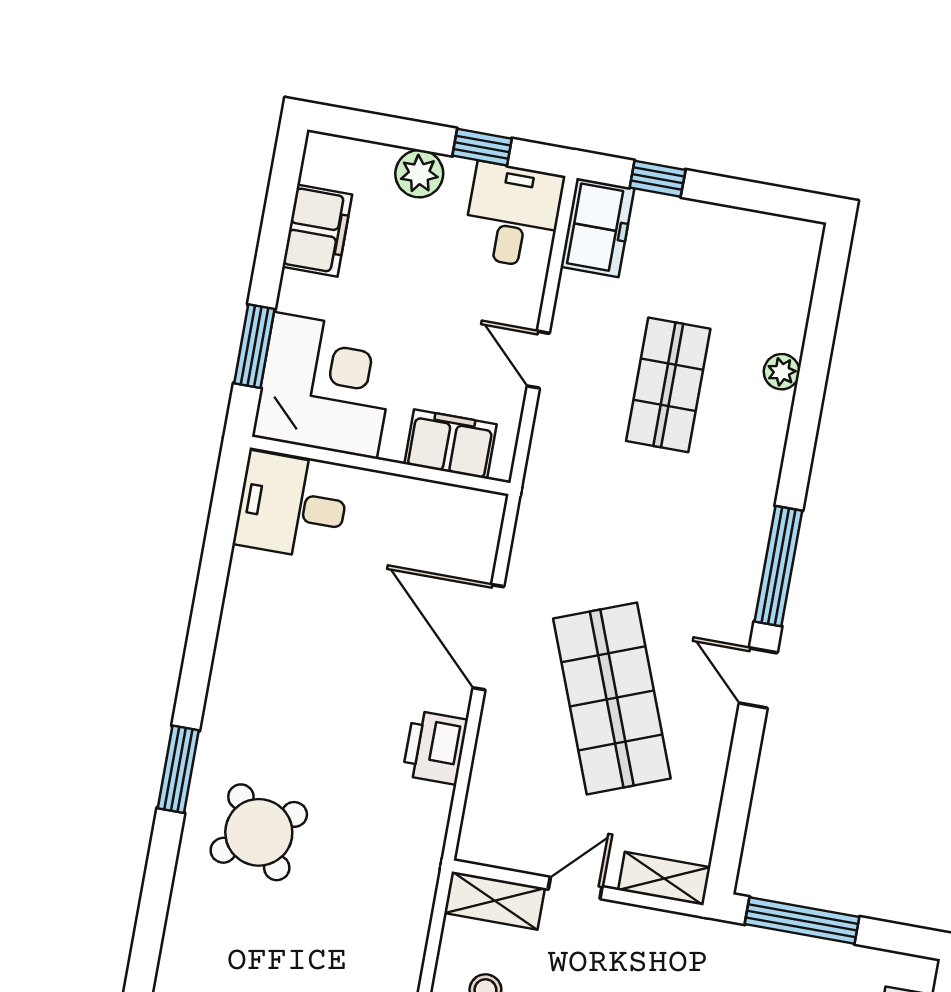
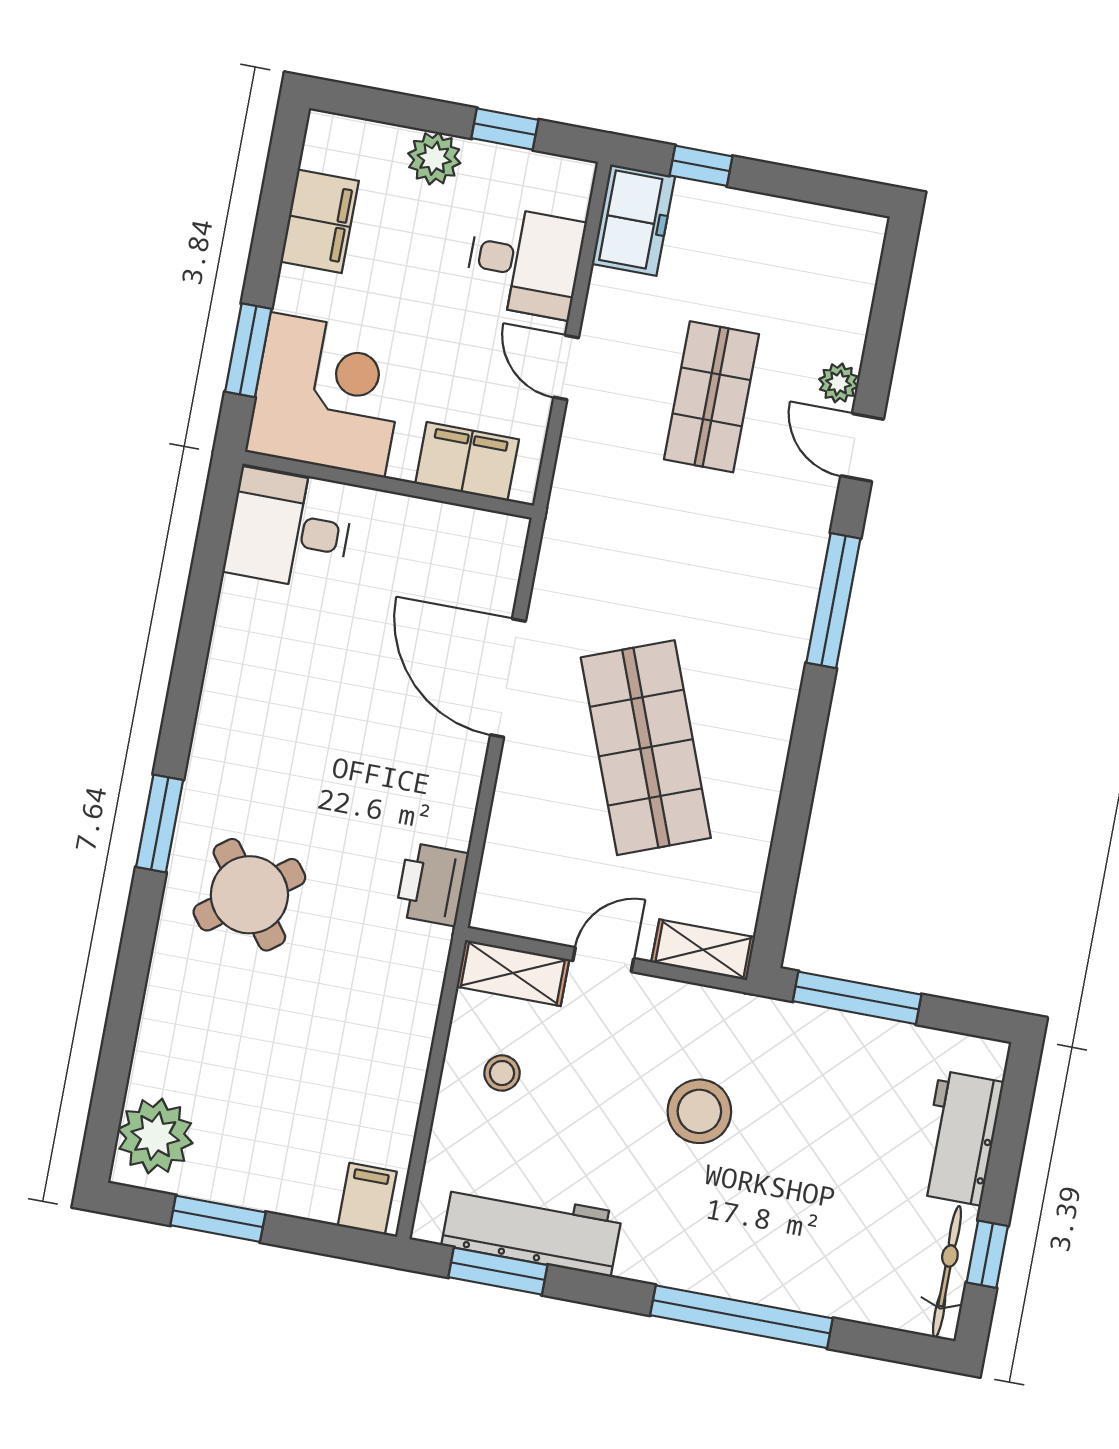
desk: (513, 215) -> (525, 262), moved, turned 90
door: (758, 678) -> (862, 448), moved
printer: (435, 747) -> (432, 884), moved

